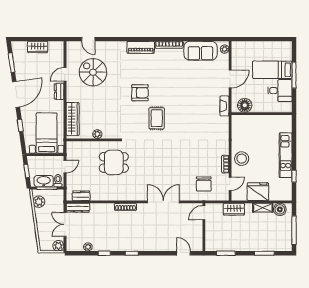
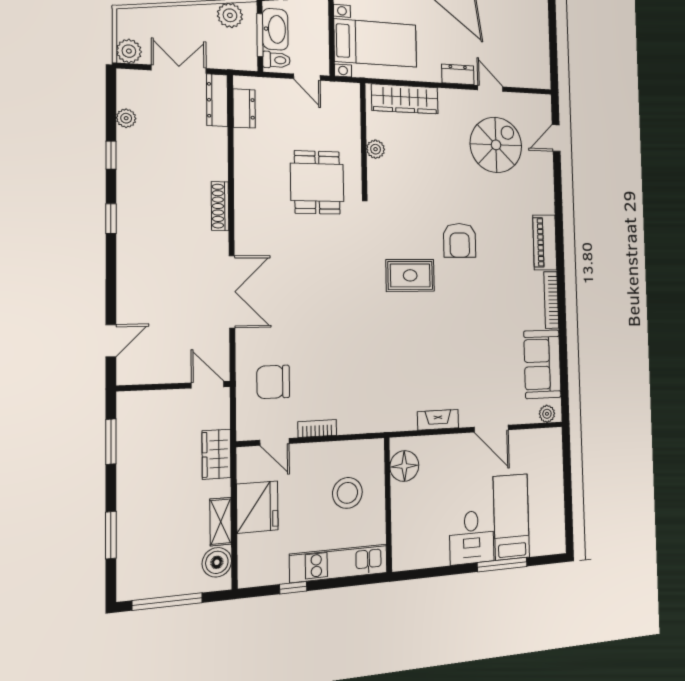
wardrobe: (38, 47) -> (539, 38), removed
floor lamp: (245, 105) -> (404, 466), moved
wall: (262, 114) -> (388, 505), moved
stool: (242, 159) -> (347, 493), moved

